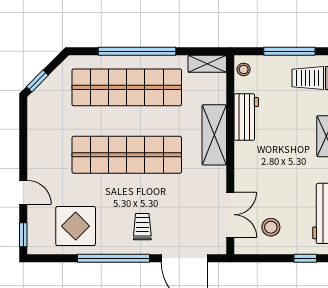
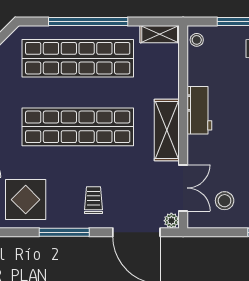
workbench: (246, 117) -> (199, 110), moved
shelving: (214, 135) -> (167, 130), moved
plant: (219, 247) -> (171, 221), added
window: (113, 258) -> (64, 232), width x0.68

